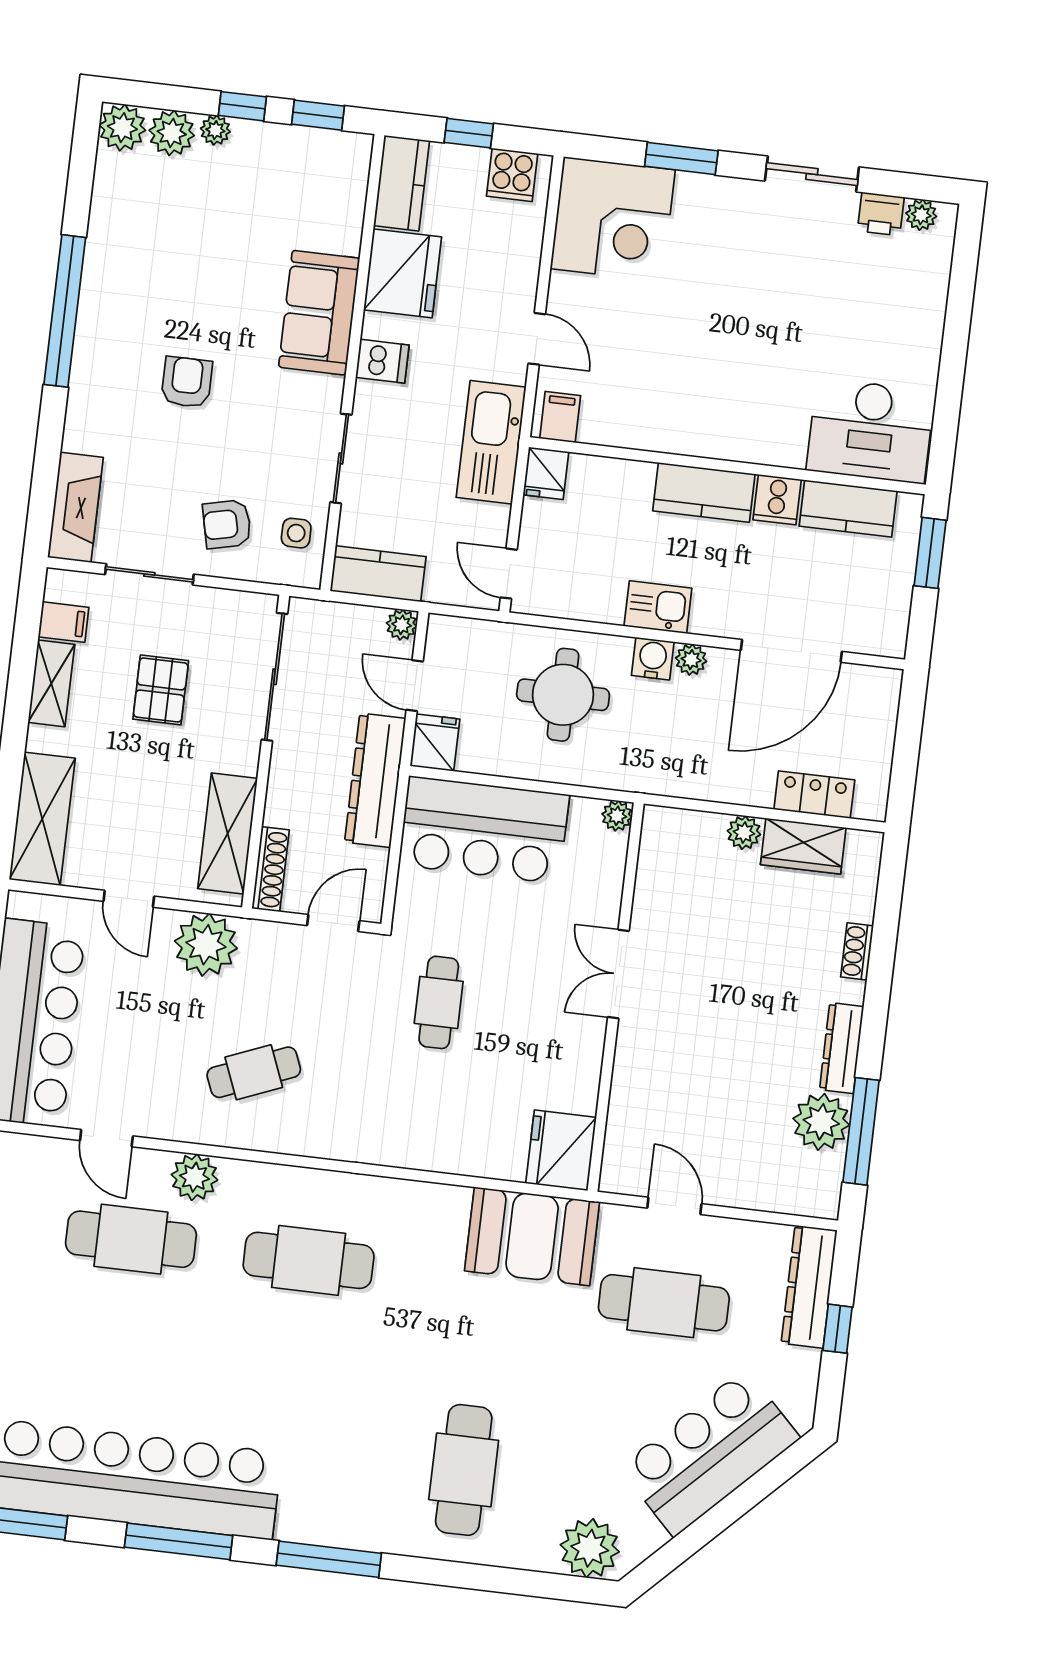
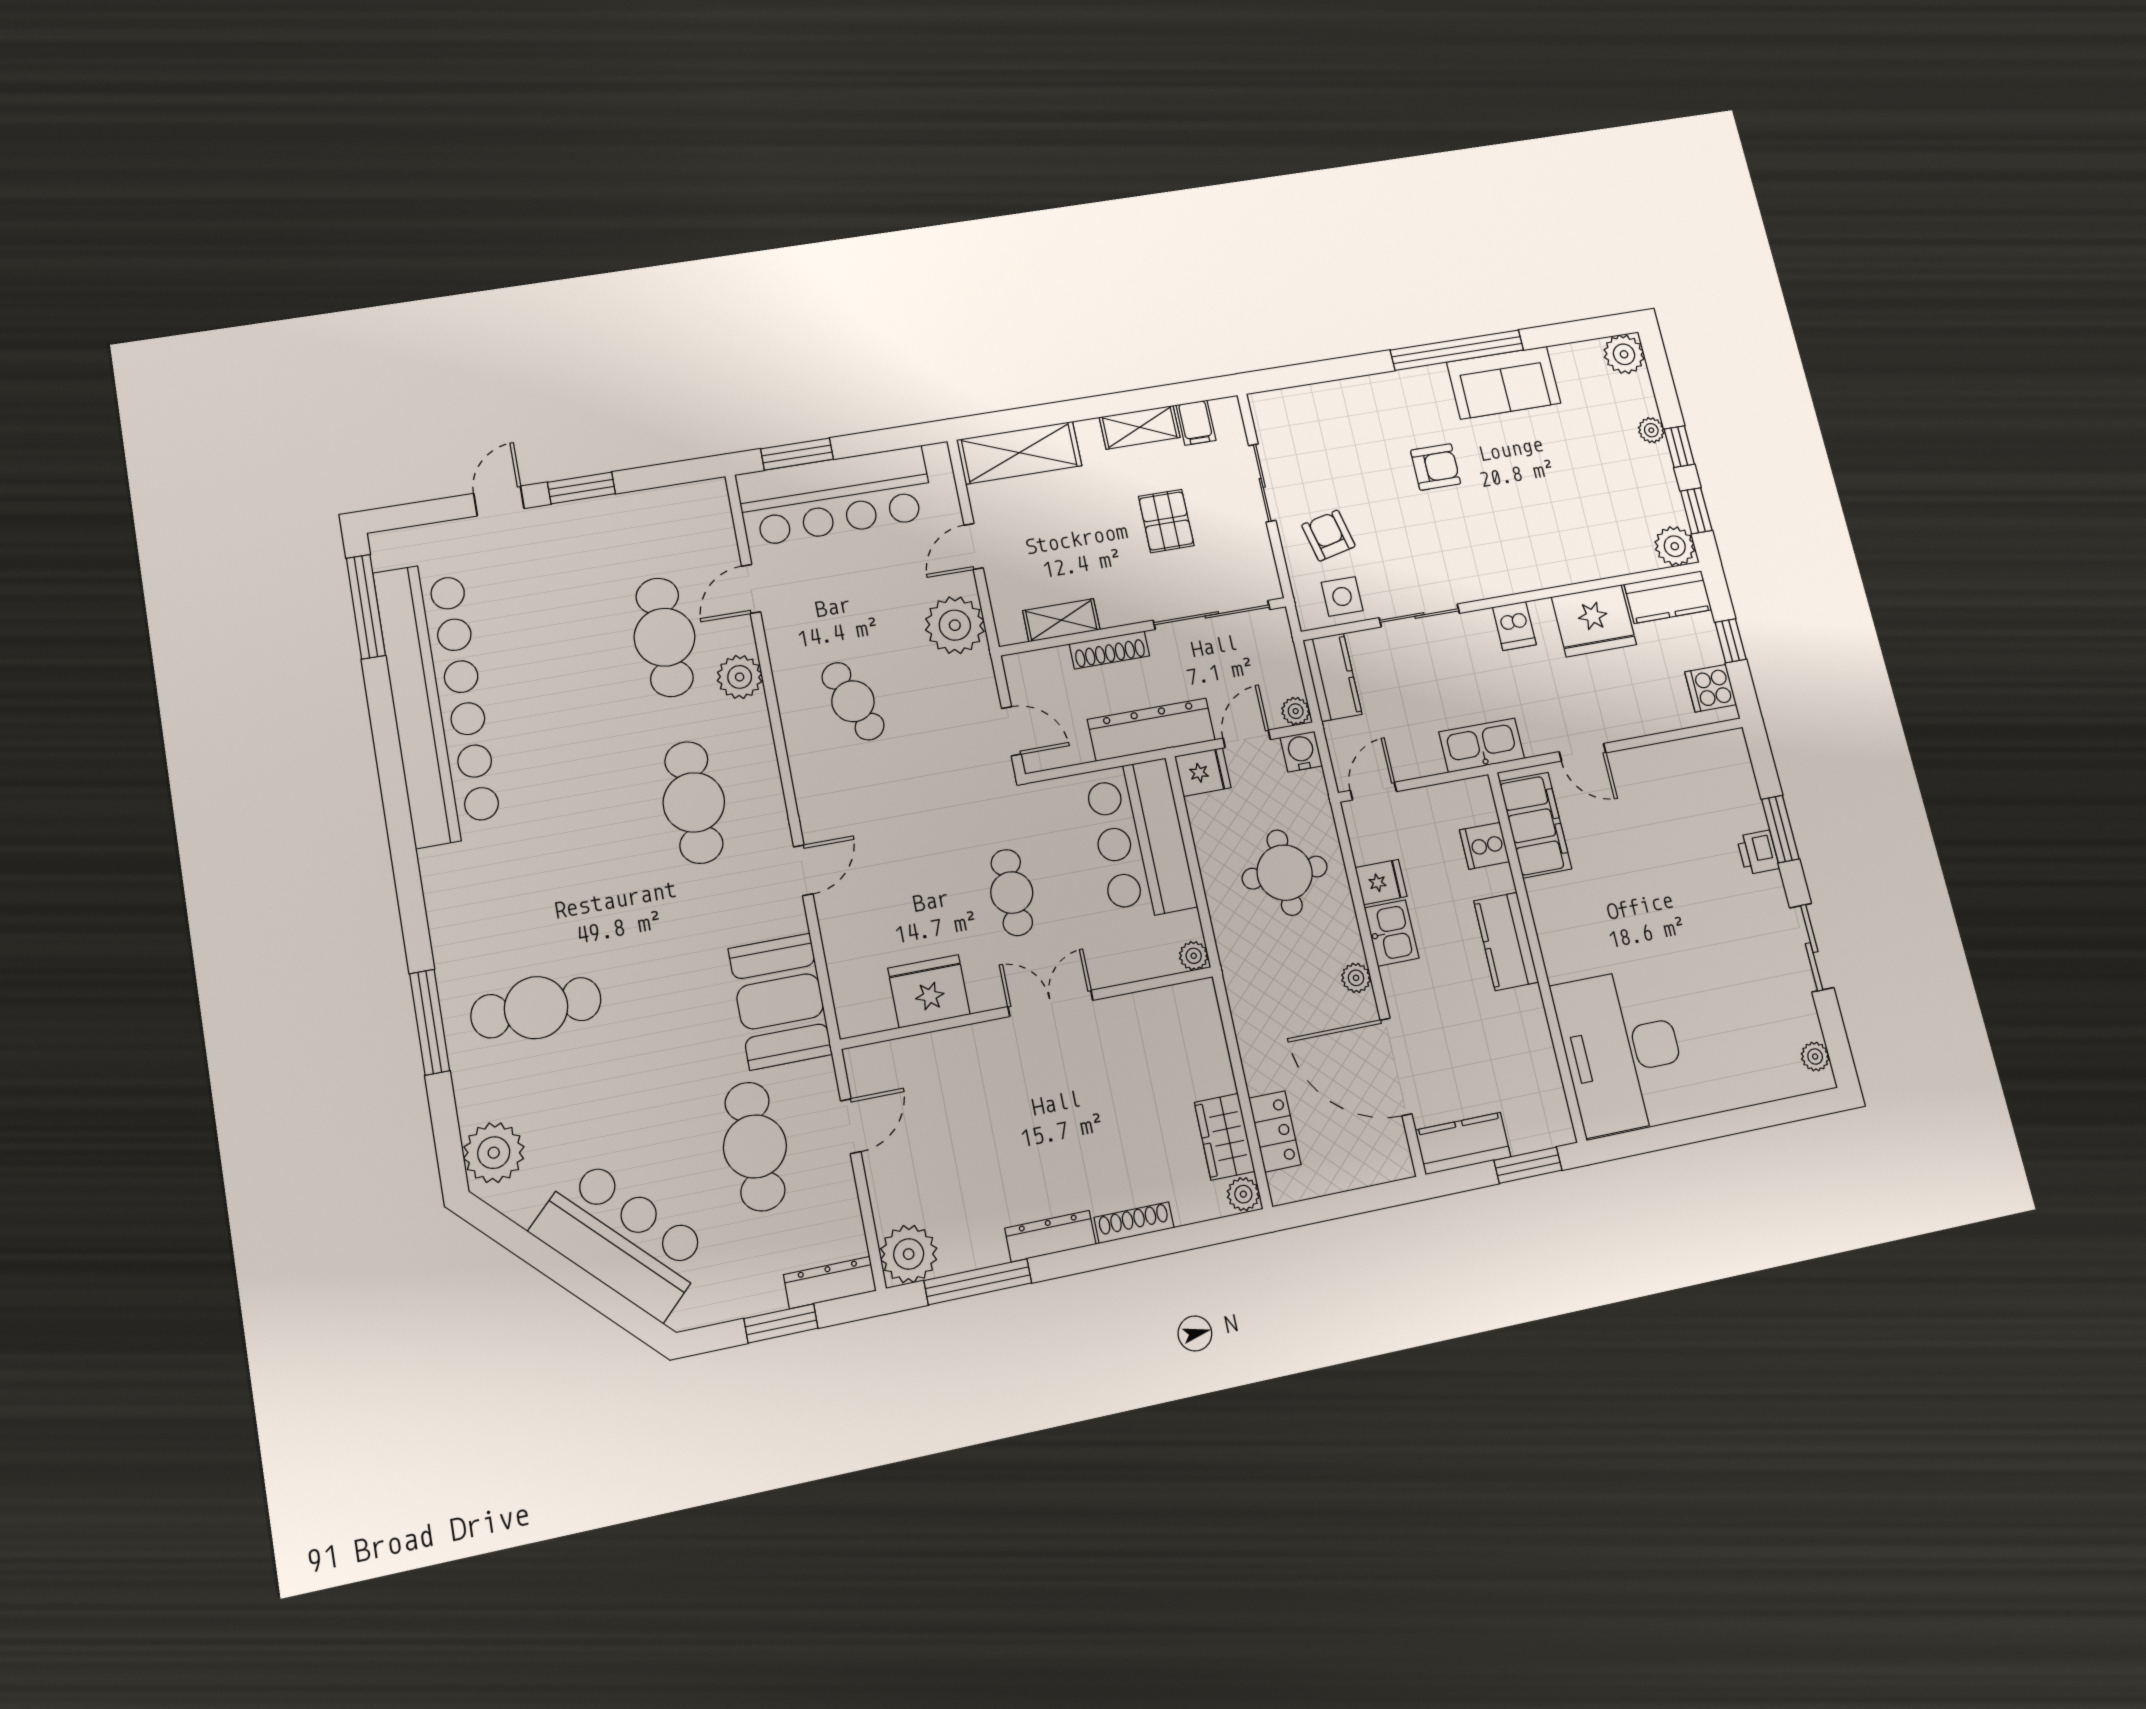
plant: (172, 133) -> (1675, 546), moved
printer: (881, 214) -> (1758, 852), moved
corner desk: (613, 219) -> (1707, 786), removed
sofa: (319, 313) -> (1504, 383), moved, turned 180
door: (537, 339) -> (1583, 752), hinge flipped
filing cabinet: (560, 417) -> (1535, 825), width x3.00, depth x1.17
desk: (870, 431) -> (1622, 1051), width x1.36, depth x1.30
kitchen sink: (491, 442) -> (1482, 745), width x0.73, depth x0.81
fridge: (546, 473) -> (1381, 882), moved, turned 180
cooker: (777, 500) -> (1485, 846), moved
fireplace: (75, 507) -> (1297, 405), removed
kitchen counter: (848, 508) -> (1463, 1143), moved, turned 90
side table: (296, 533) -> (1342, 596), width x1.37, depth x1.37
water cooler: (653, 659) -> (1301, 752), moved, turned -90
pallet: (161, 690) -> (1166, 521), turned 90
plant: (744, 833) -> (1243, 1194), moved
shelving: (228, 834) -> (1061, 620), width x0.67, depth x0.75
shoe rack: (271, 869) -> (1109, 650), moved
shoe rack: (857, 951) -> (1134, 1223), width x1.43
cafe table: (439, 1002) -> (1012, 893), moved, turned 90
plant: (821, 1122) -> (909, 1254), moved
fridge: (561, 1150) -> (929, 991), moved
door: (410, 1174) -> (803, 870), added
dresser: (809, 1287) -> (830, 1283), width x0.73, depth x0.80
window: (838, 1329) -> (781, 1323), width x1.50
window: (179, 1541) -> (390, 763), removed
window: (329, 1559) -> (430, 1022), moved

